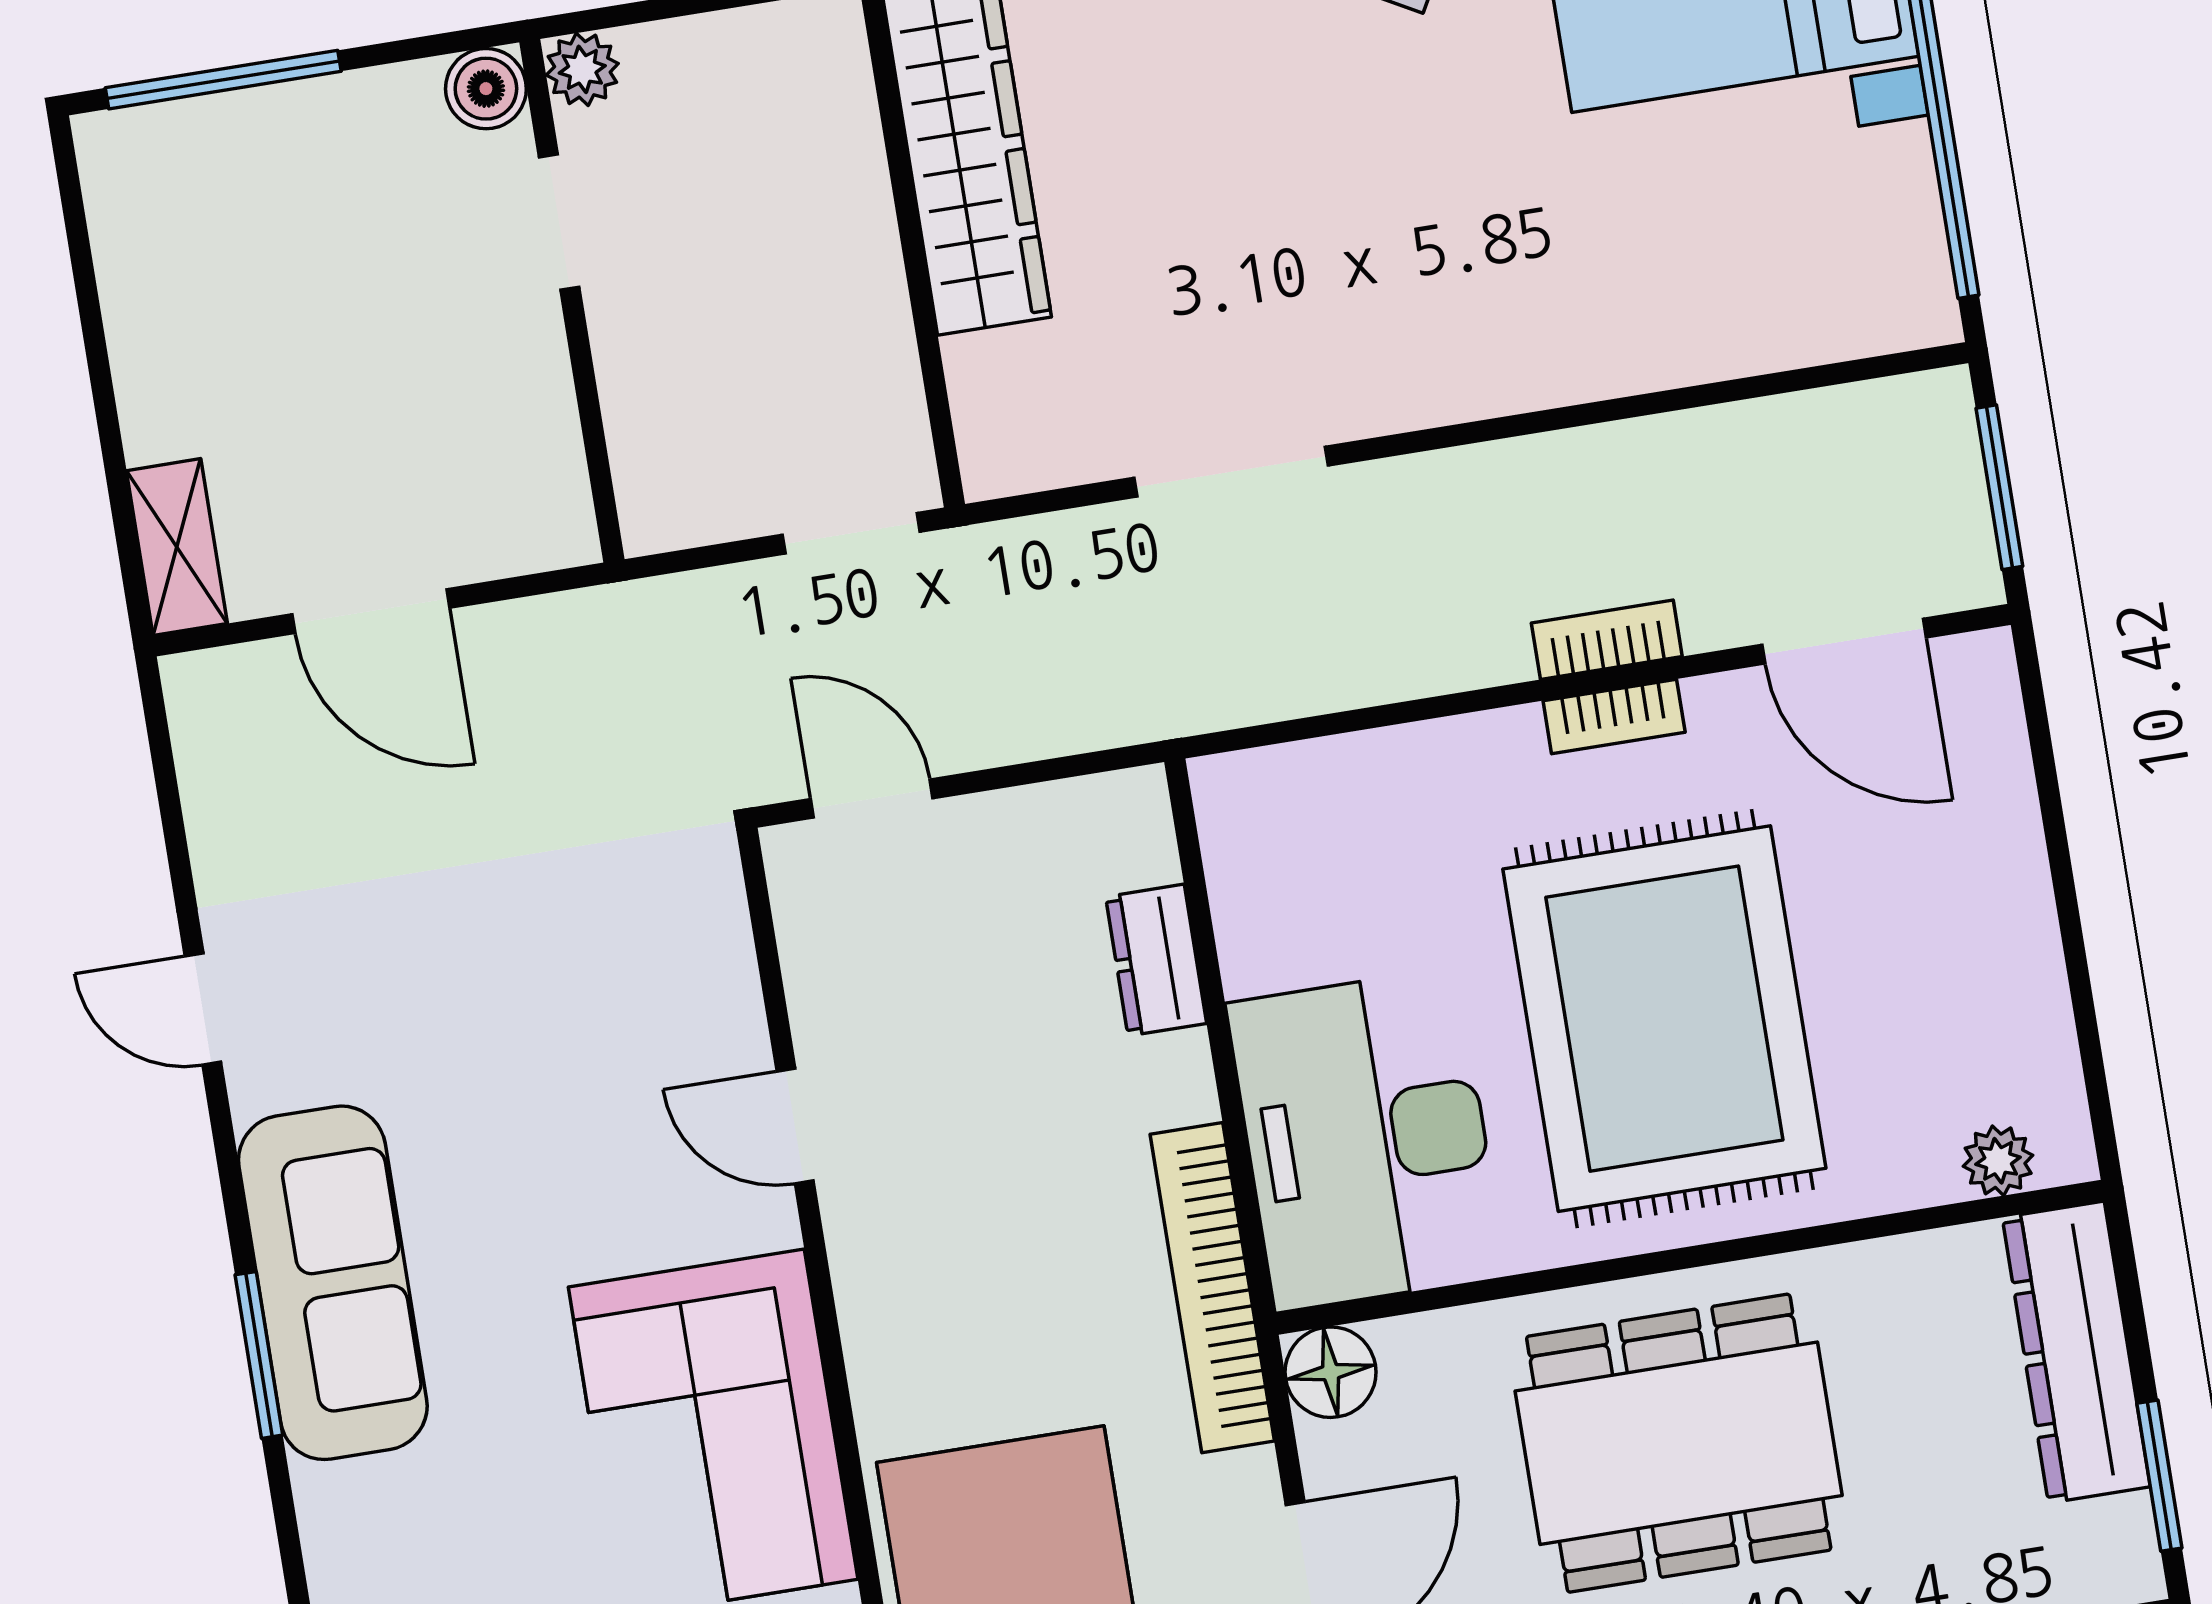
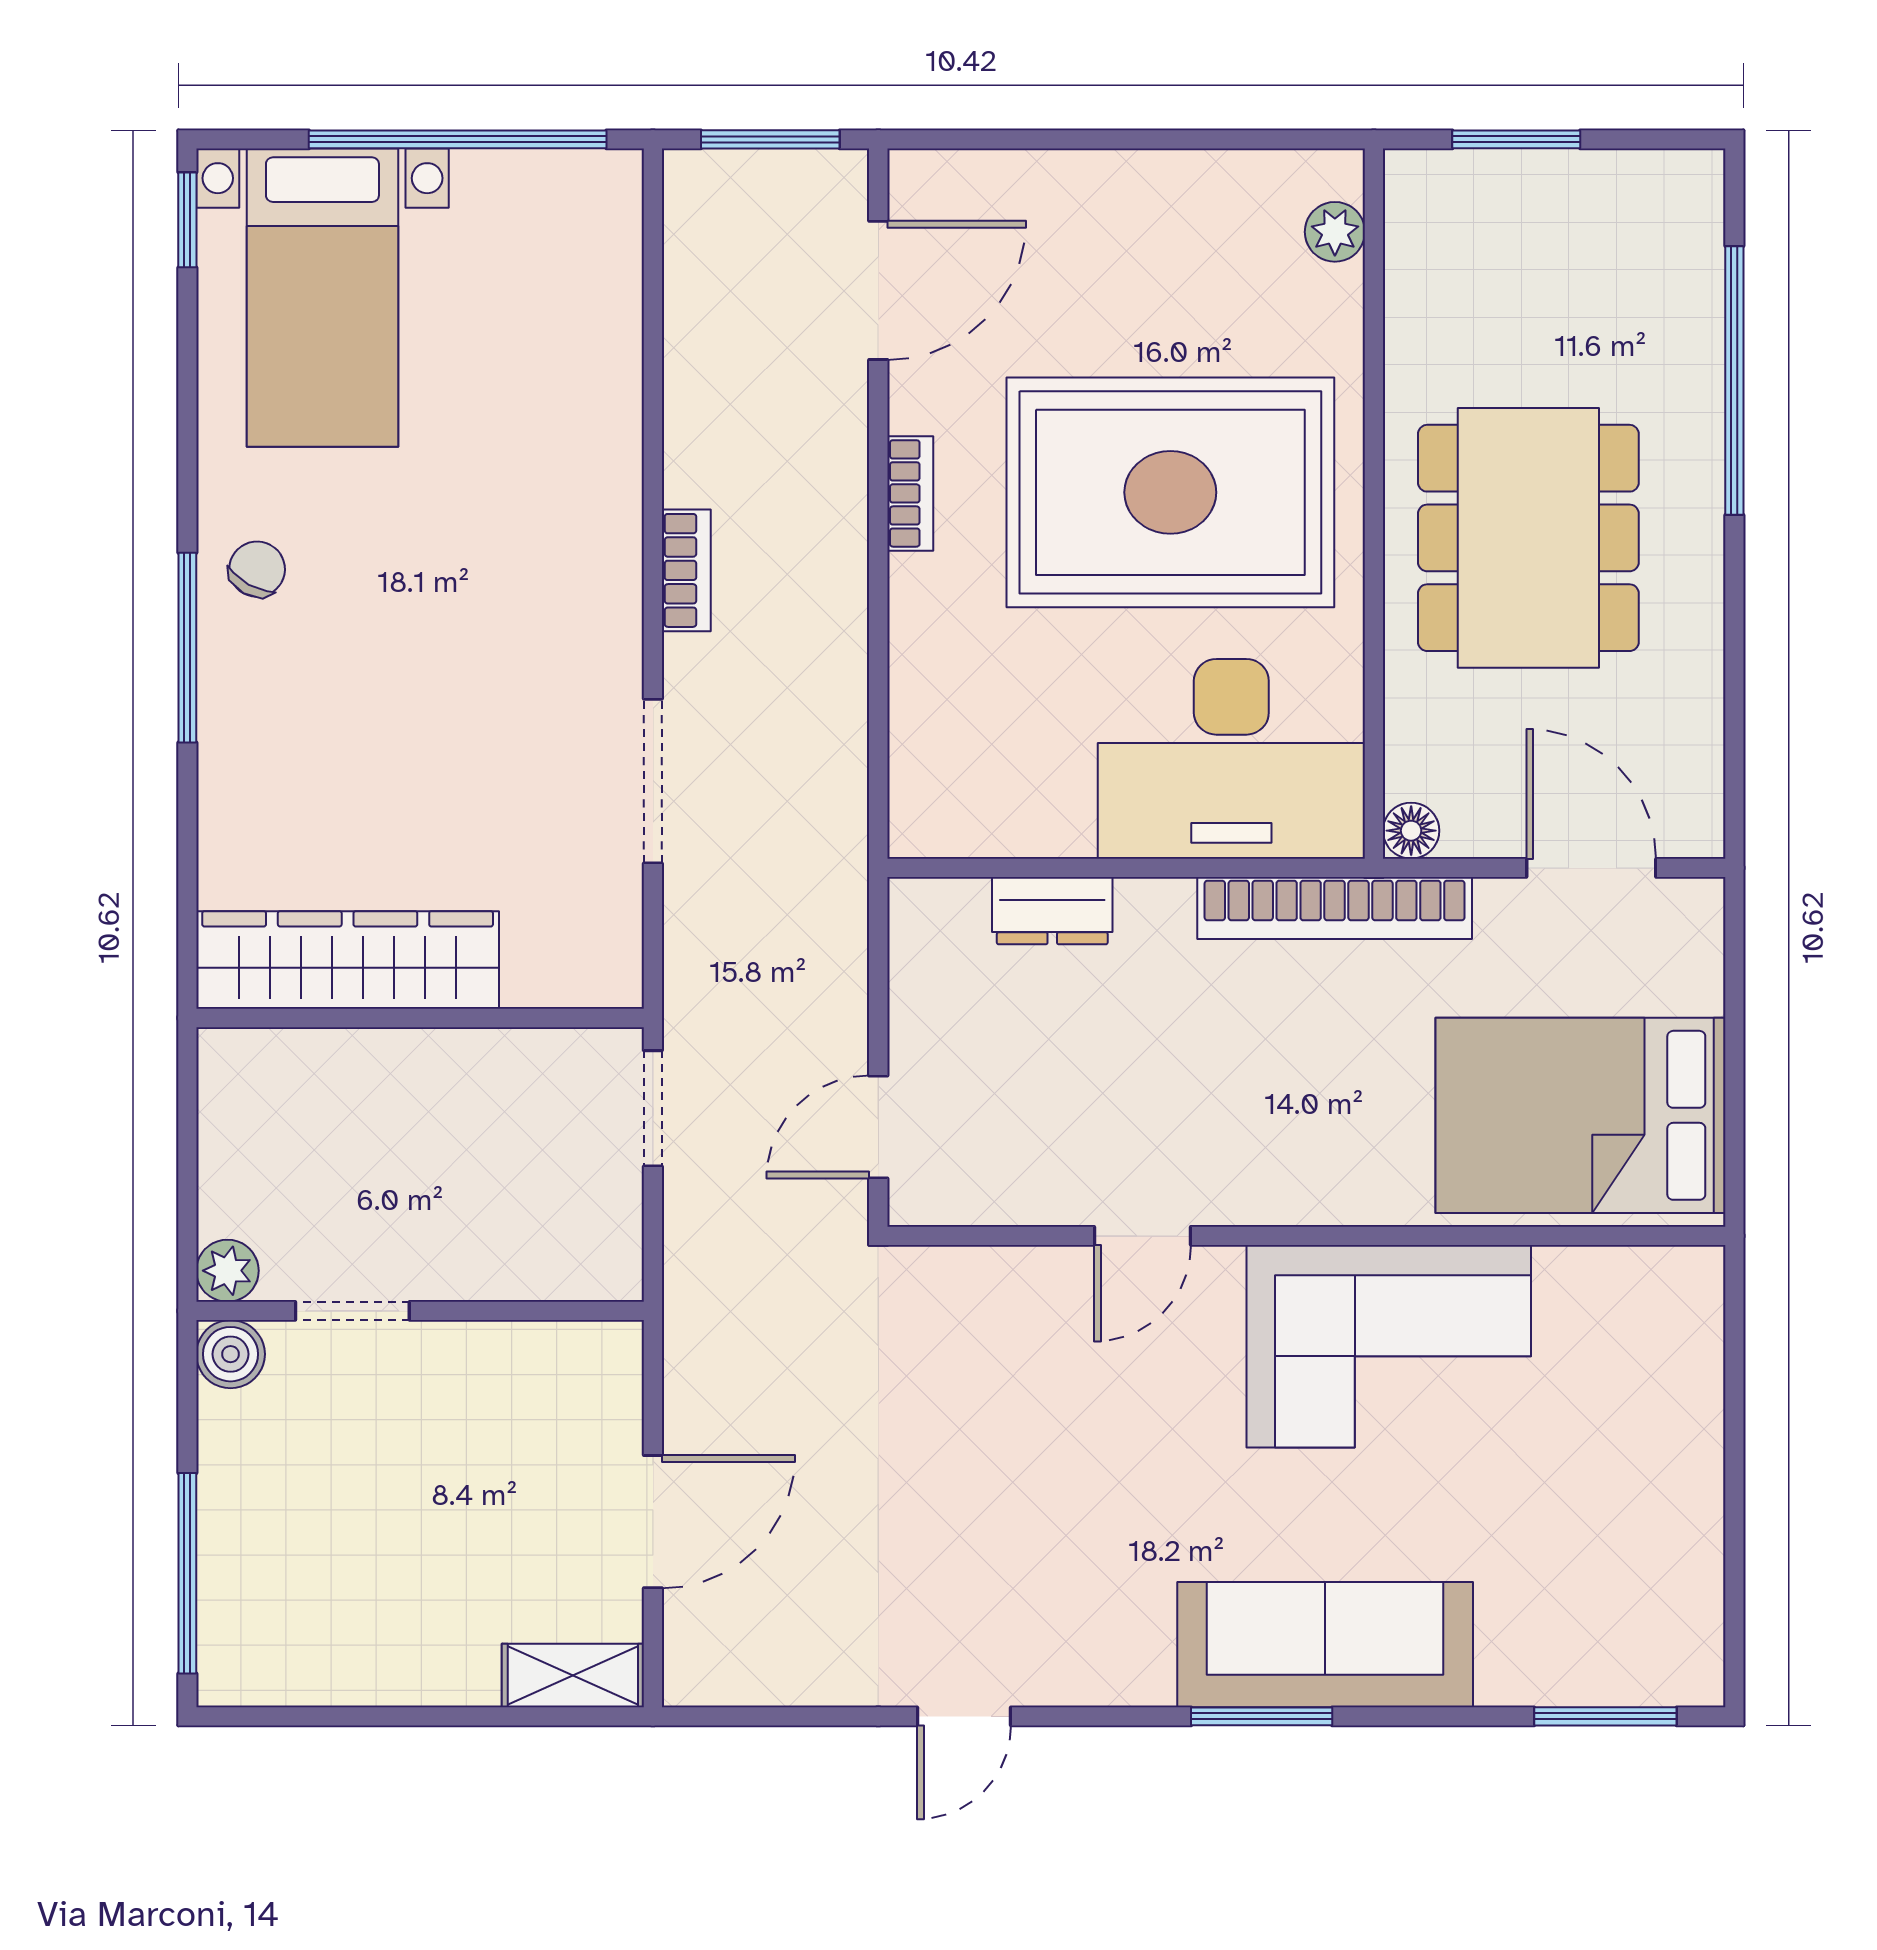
bookcase: (1607, 640) -> (686, 570), moved, turned 180
sofa: (333, 1283) -> (1325, 1645), moved
dresser: (2076, 1352) -> (1506, 192), removed
floor lamp: (1331, 1372) -> (1411, 831), width x0.73, depth x0.73
window: (2159, 1476) -> (1516, 139), moved

